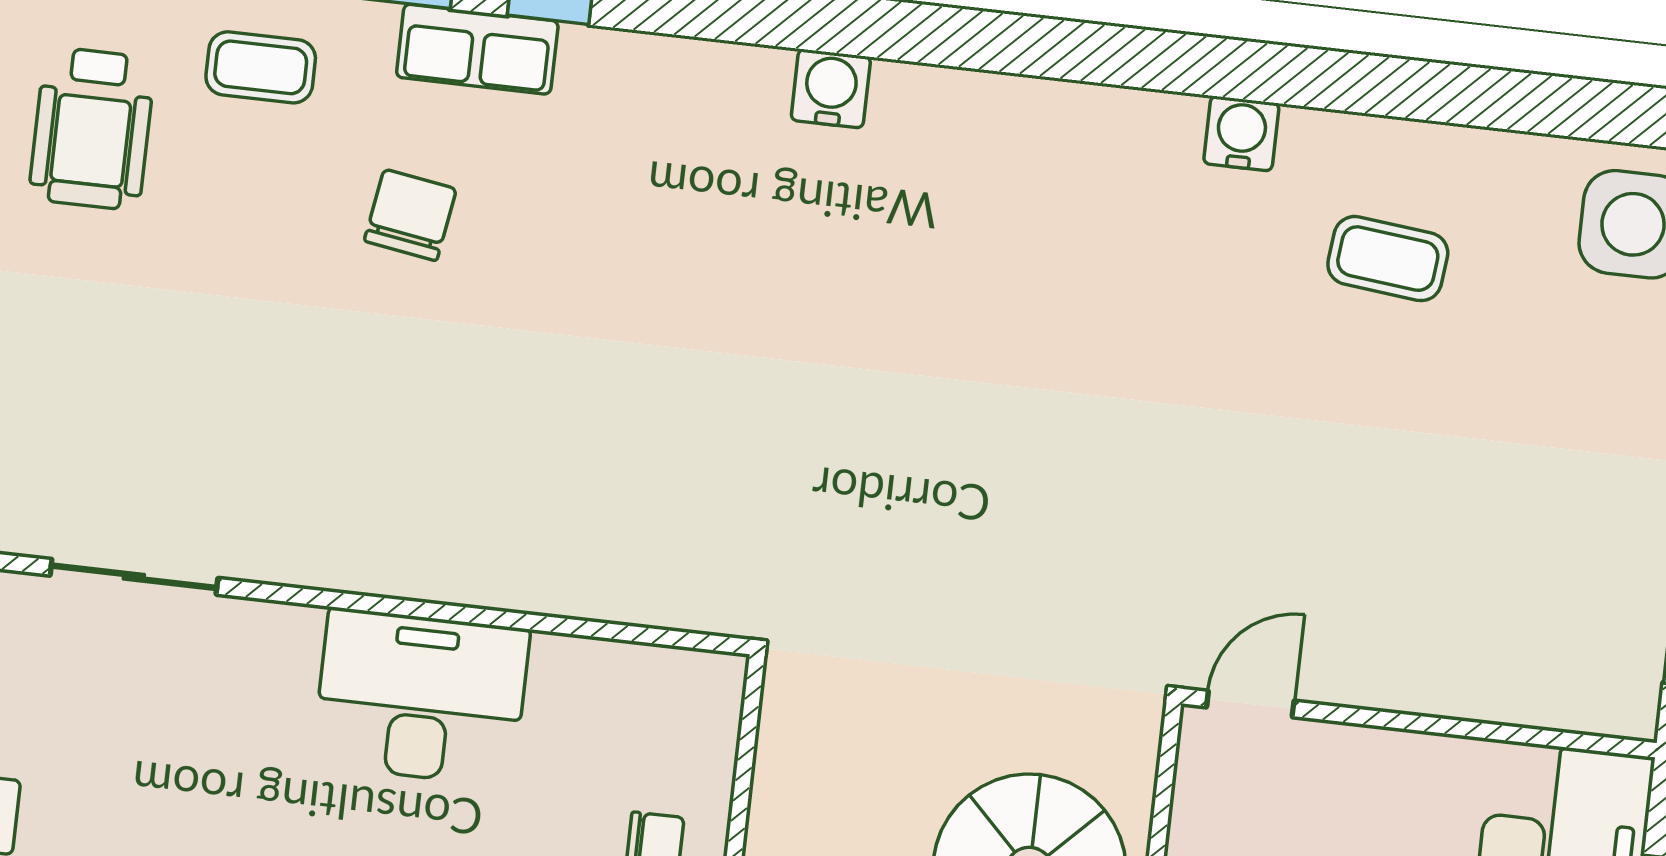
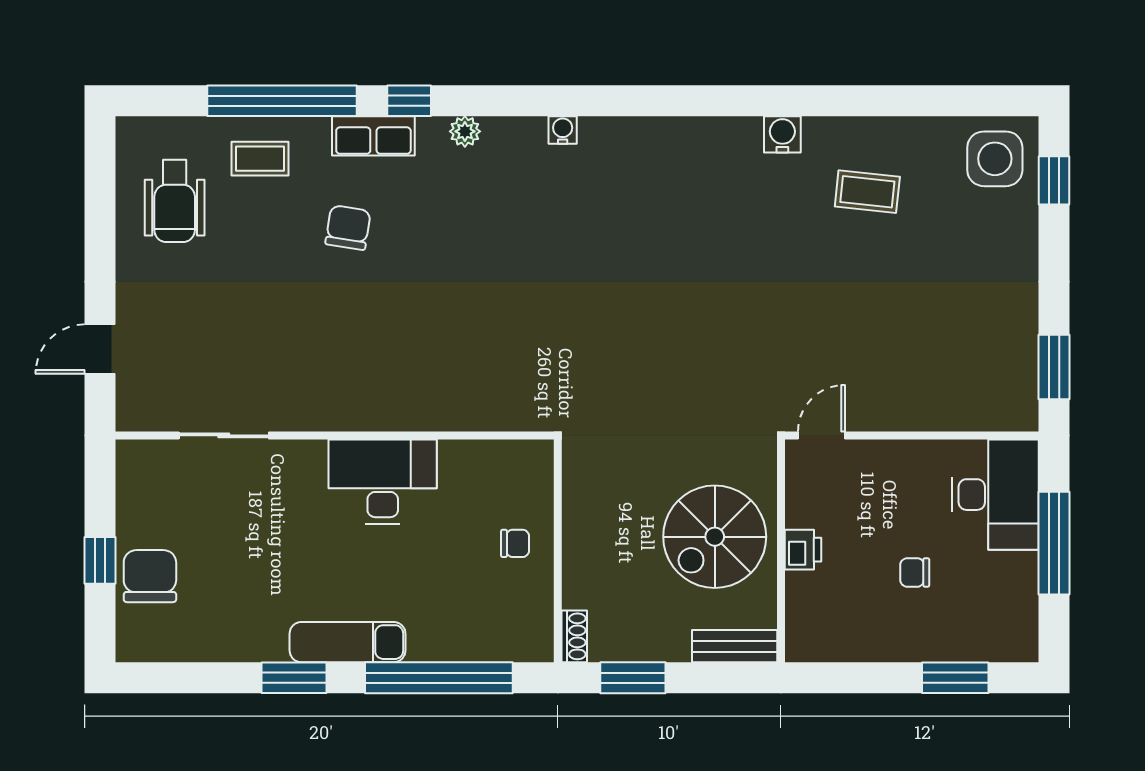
plant: (649, 60) -> (465, 131), added
water cooler: (831, 88) -> (563, 130), width x0.72, depth x0.72

